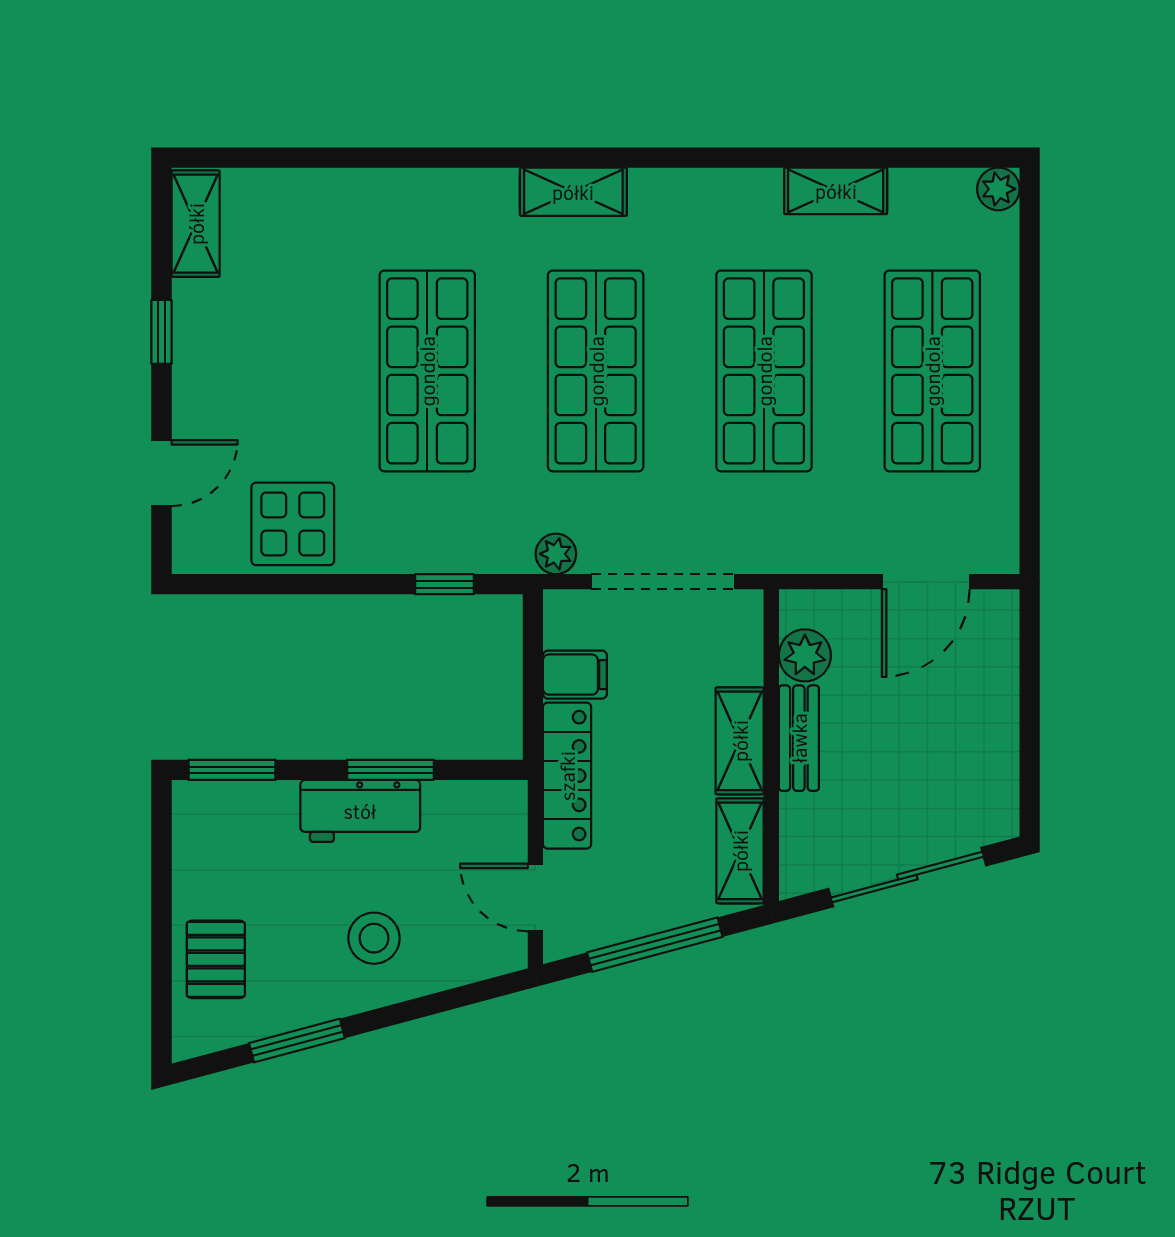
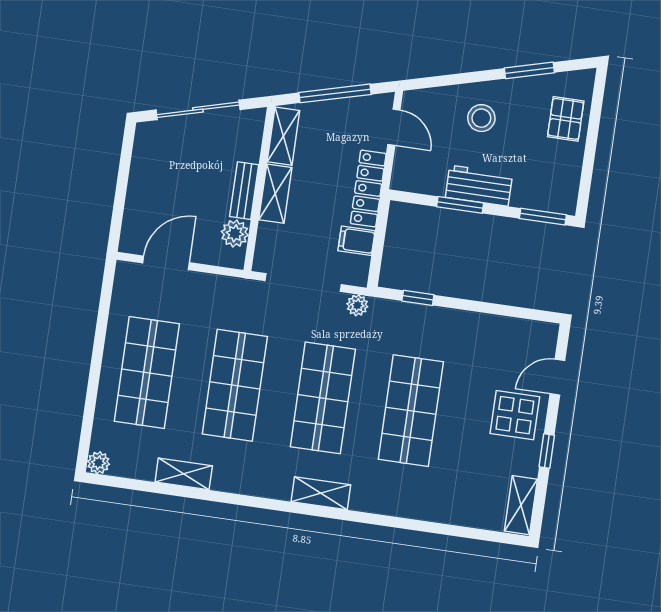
display table: (293, 524) -> (515, 415), moved

